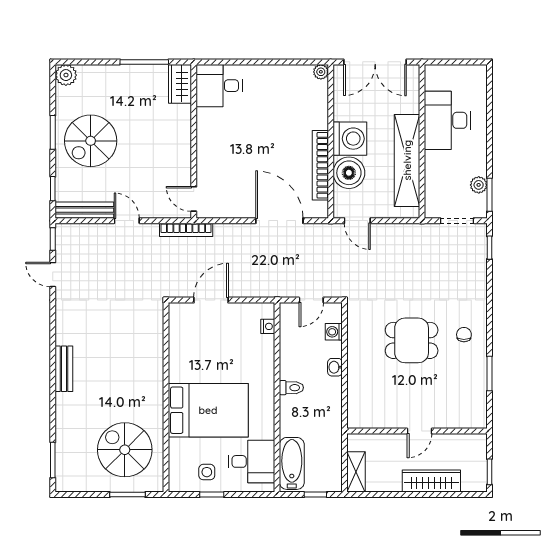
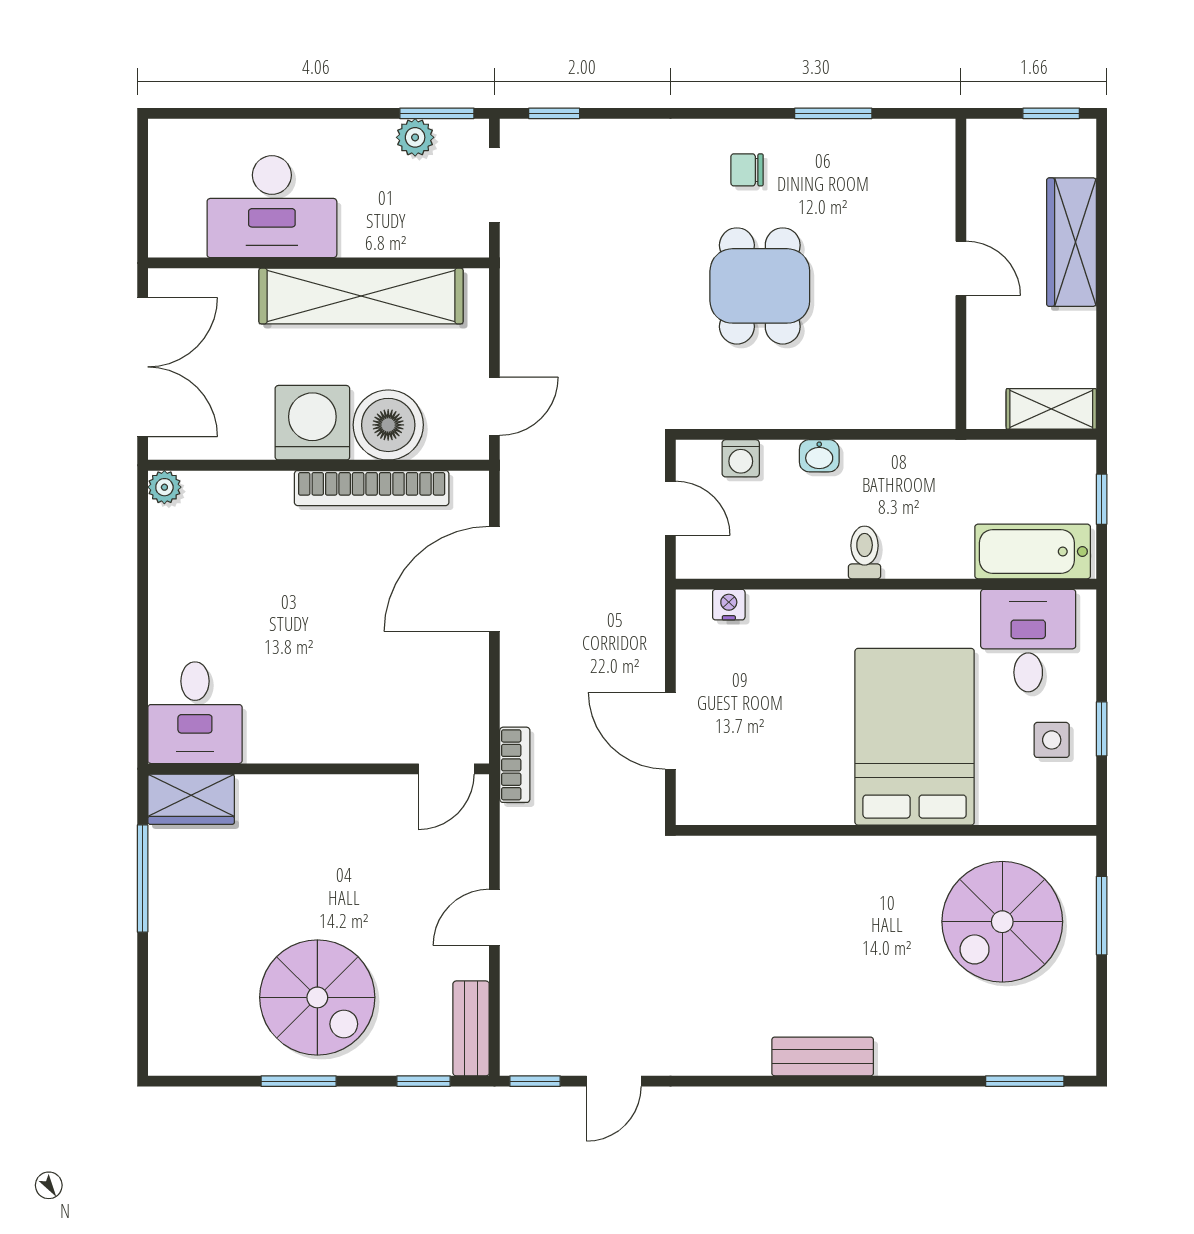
plant: (66, 75) -> (172, 1052), removed
bench: (84, 210) -> (471, 1028), width x0.73
bookcase: (186, 230) -> (515, 765), width x0.64

